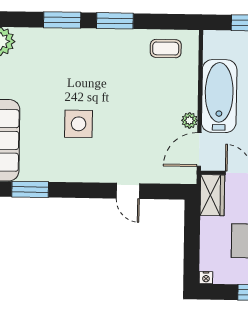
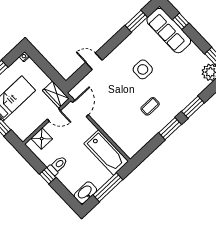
coffee table: (166, 49) -> (150, 106), moved
bathtub: (219, 96) -> (106, 152), moved
plant: (190, 120) -> (97, 117), removed

